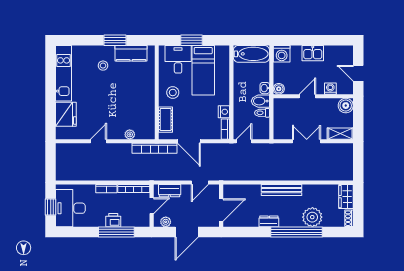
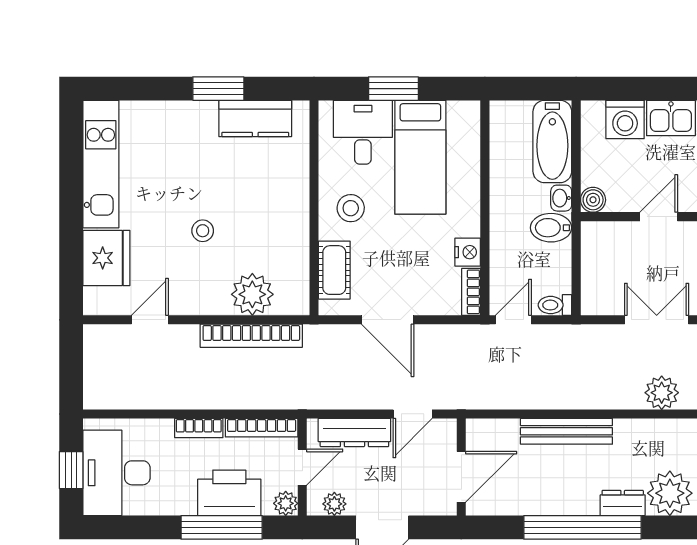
bathtub: (251, 54) -> (552, 141), moved, turned 90
washing machine: (282, 54) -> (625, 119), moved
stool: (103, 66) -> (203, 231), moved
toilet: (262, 113) -> (555, 305), moved
plant: (130, 134) -> (252, 294), width x1.87, depth x1.87
door: (99, 141) -> (150, 320), moved
bookcase: (154, 148) -> (251, 336), moved
plant: (309, 173) -> (662, 393), added
bench: (281, 190) -> (566, 431), moved
dresser: (170, 191) -> (354, 433), width x1.44
printer: (113, 220) -> (229, 493), width x1.87, depth x1.48
dresser: (269, 221) -> (623, 503), moved
plant: (144, 222) -> (286, 503), added
window: (296, 232) -> (582, 527), moved

